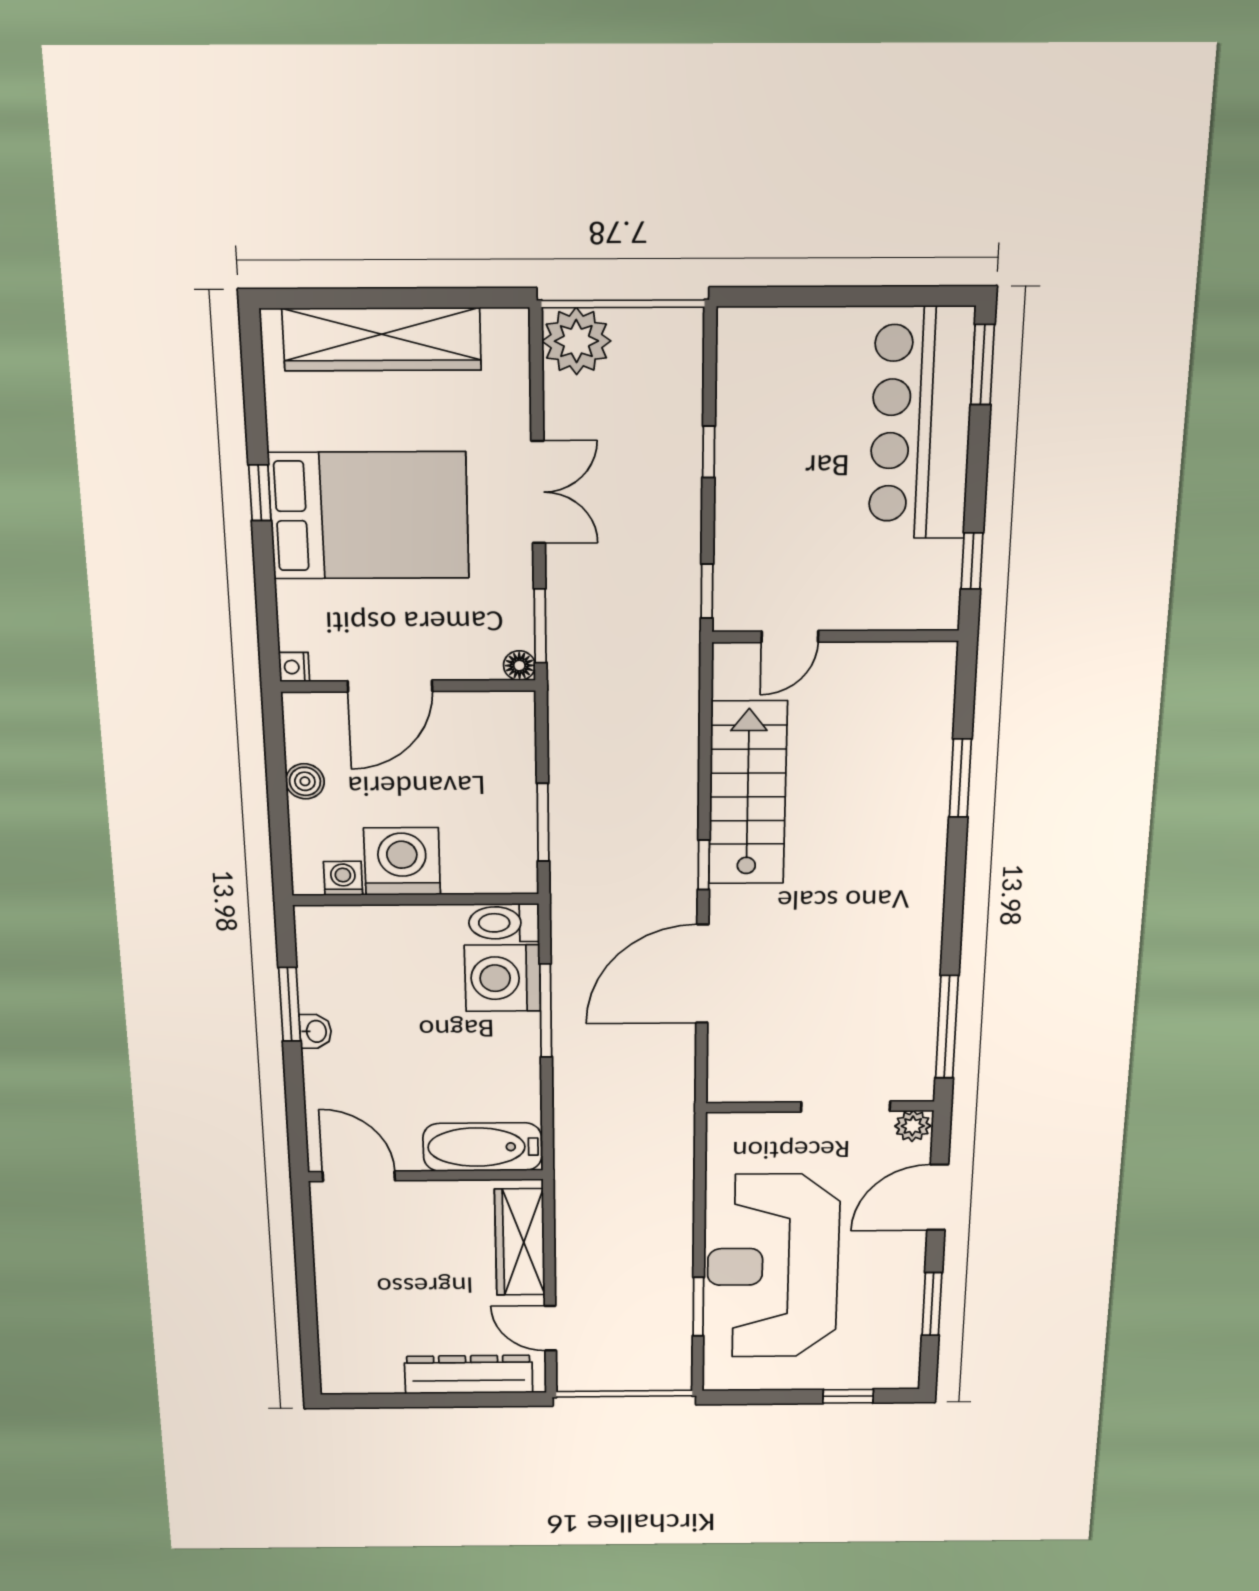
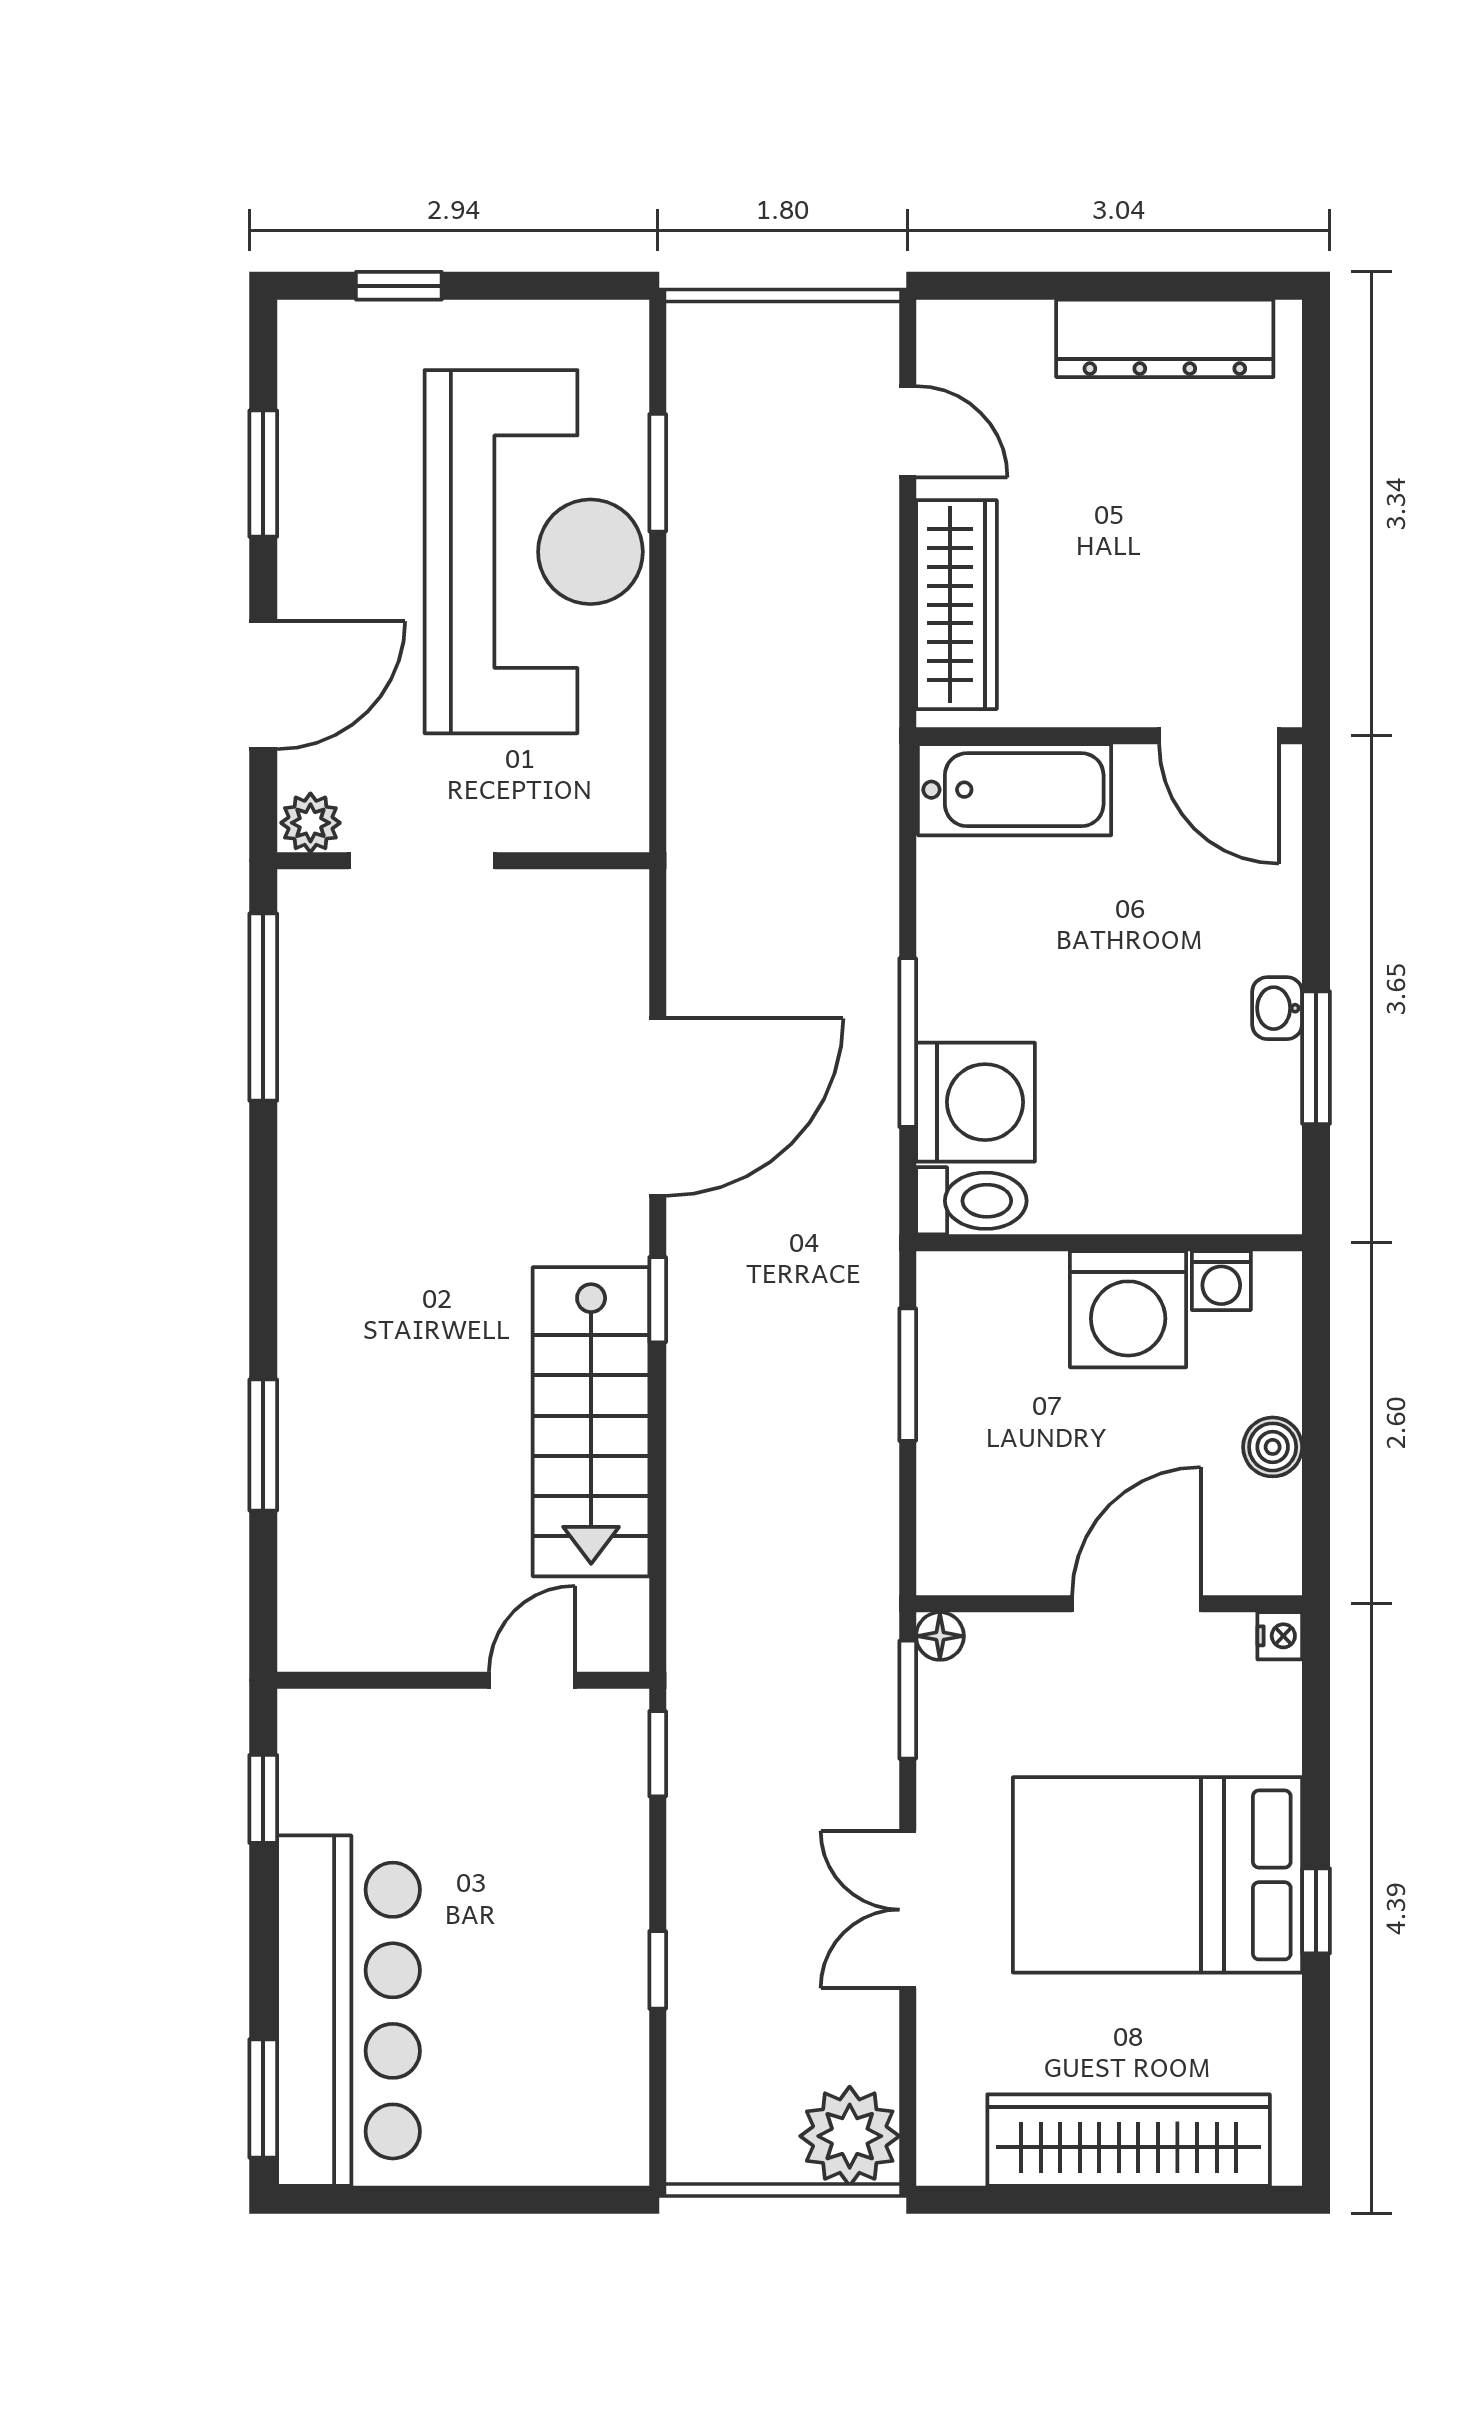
dresser: (469, 1375) -> (1165, 338), moved

